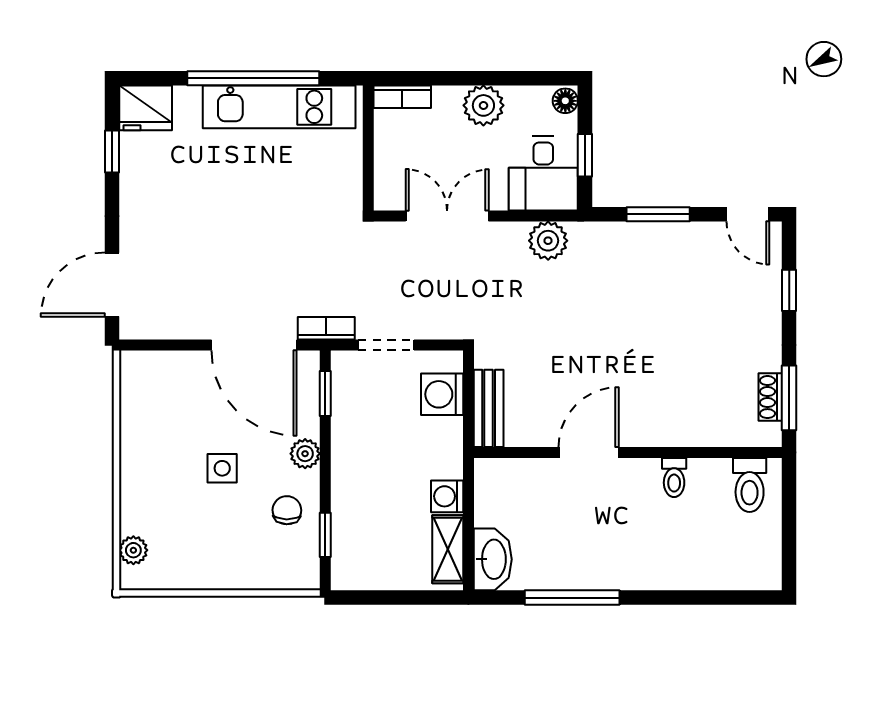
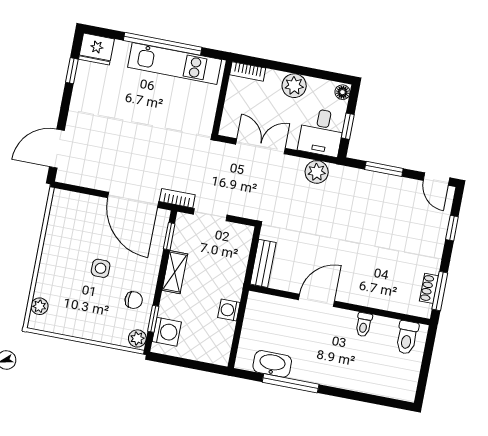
washing machine: (442, 394) -> (167, 332), moved, turned 180
plant: (305, 454) -> (137, 338), moved
chair: (287, 510) -> (134, 300), turned 89
shelving: (448, 549) -> (175, 272), moved
washbasin: (493, 559) -> (272, 364), moved, turned -90

